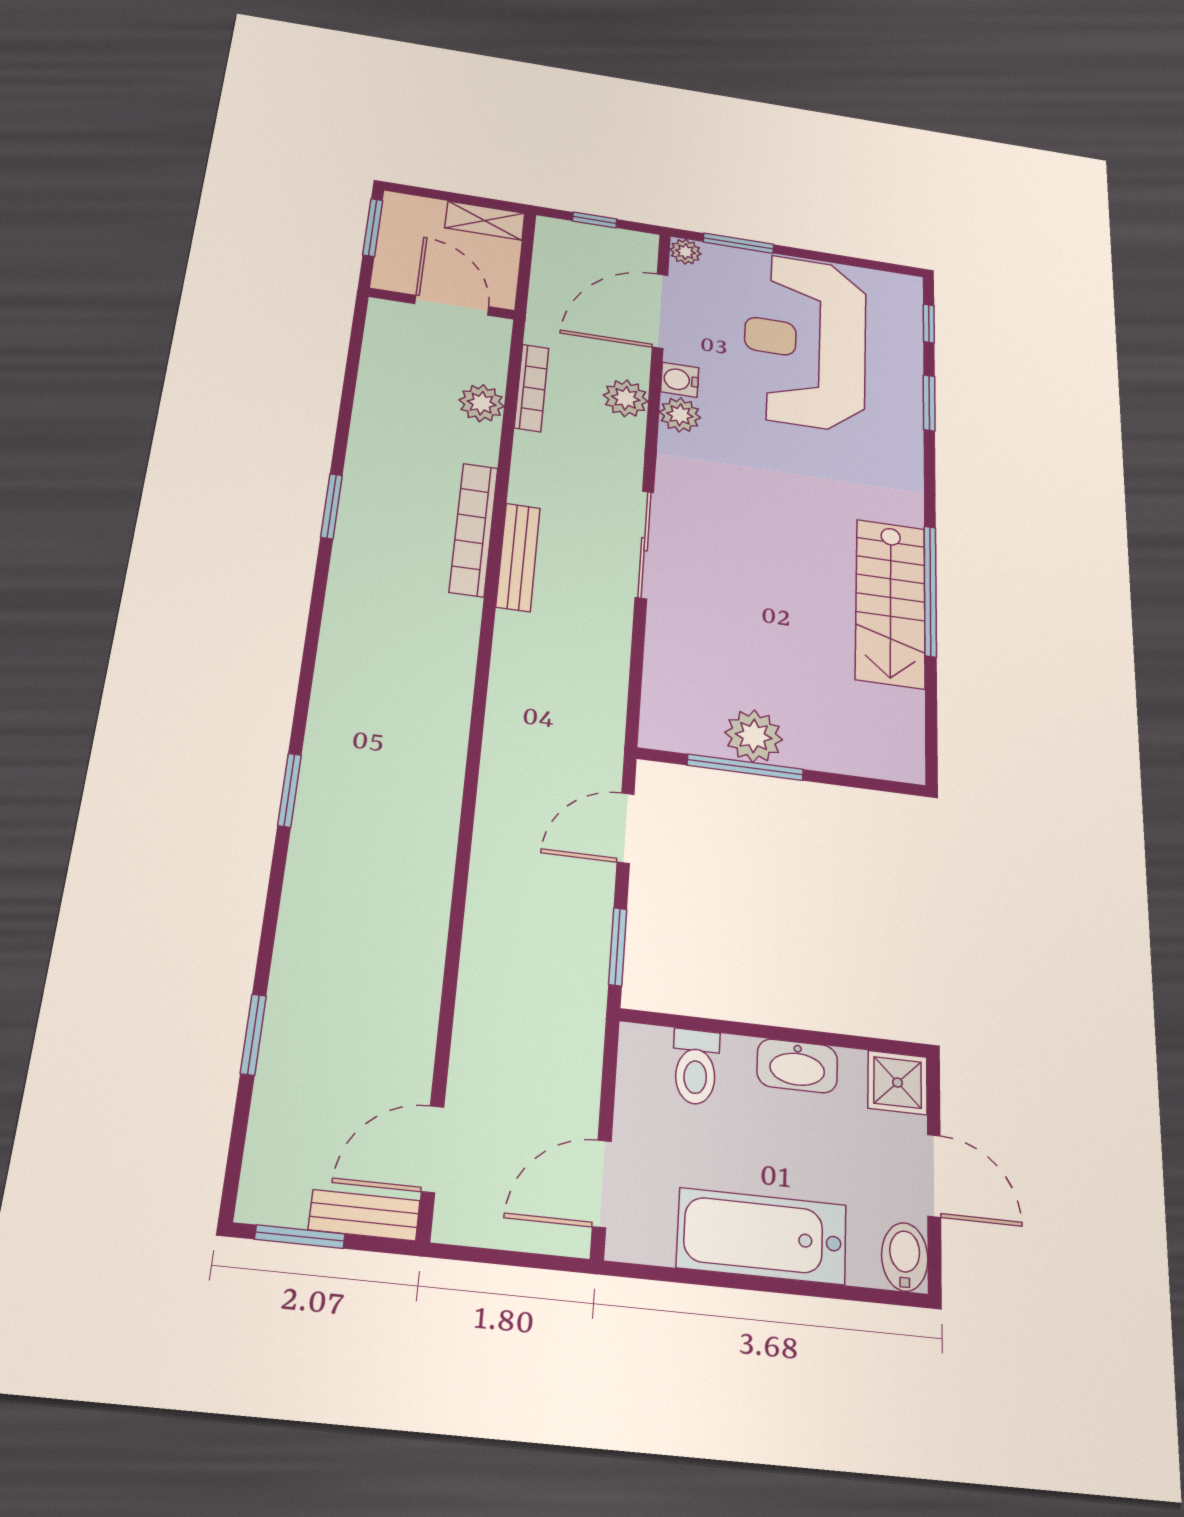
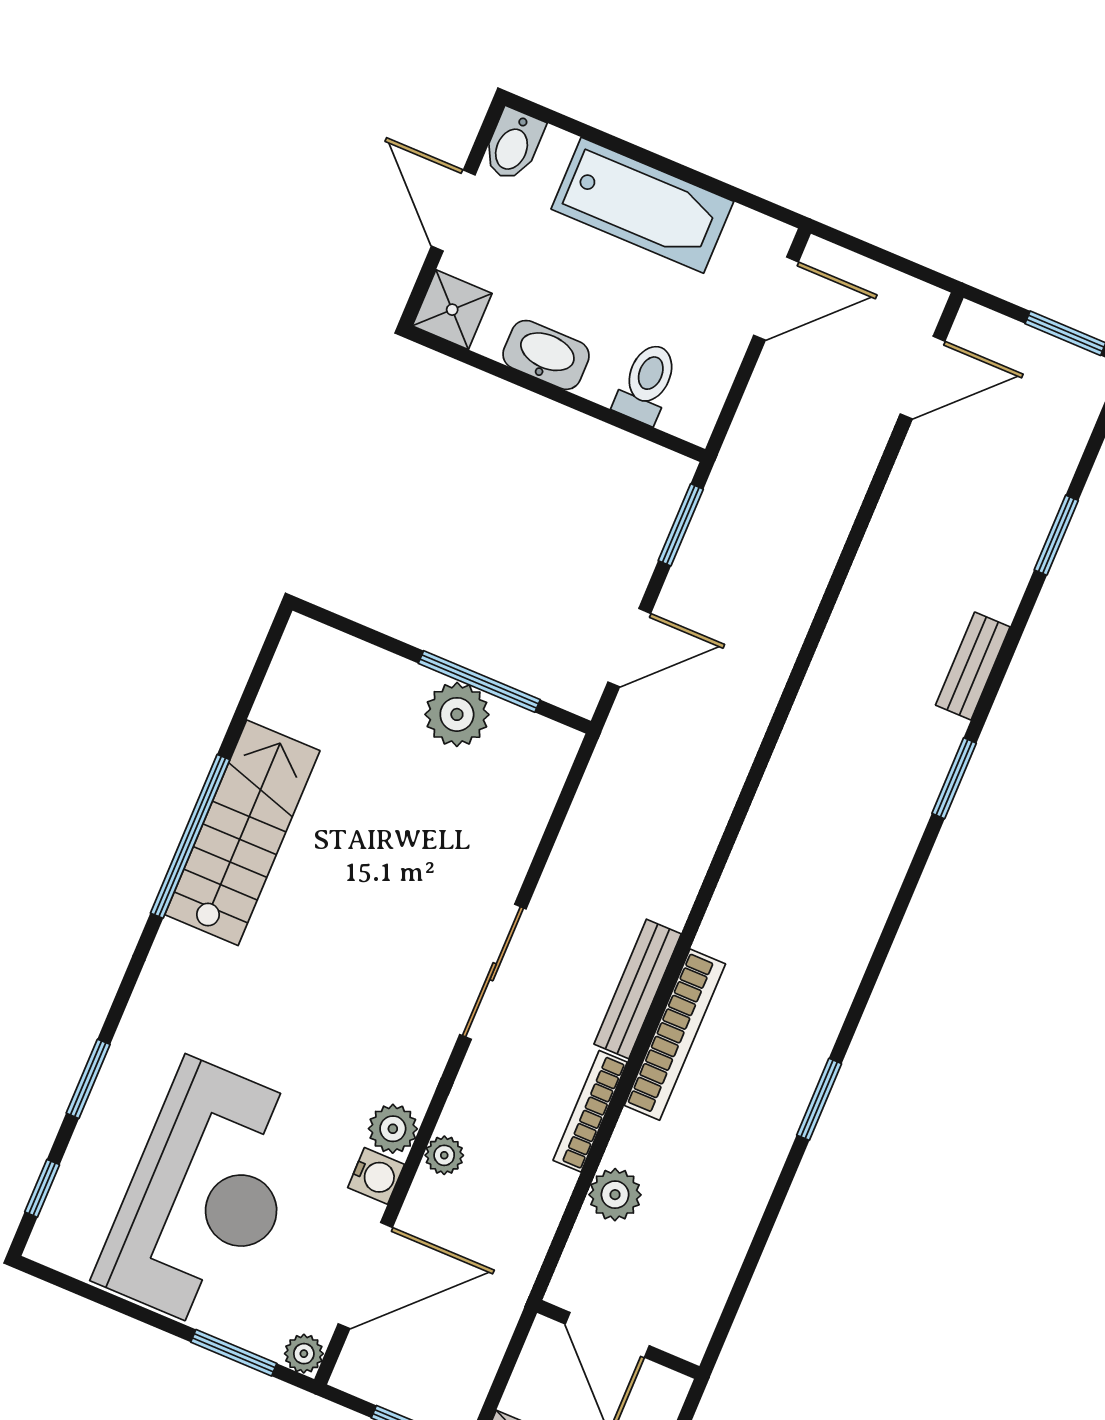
bookcase: (532, 388) -> (590, 1111), moved
plant: (626, 398) -> (444, 1155), width x0.73, depth x0.73
bench: (364, 1215) -> (973, 666), moved, turned 90

